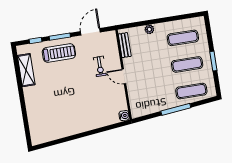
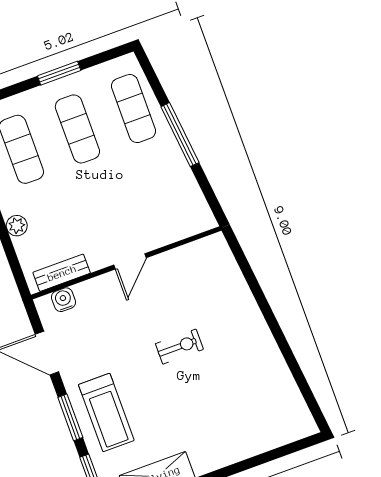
treadmill: (59, 53) -> (106, 412), turned 180
exercise bike: (100, 66) -> (179, 347), moved
water cooler: (124, 116) -> (63, 300), moved

